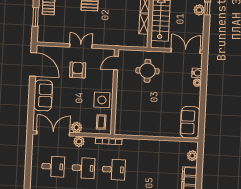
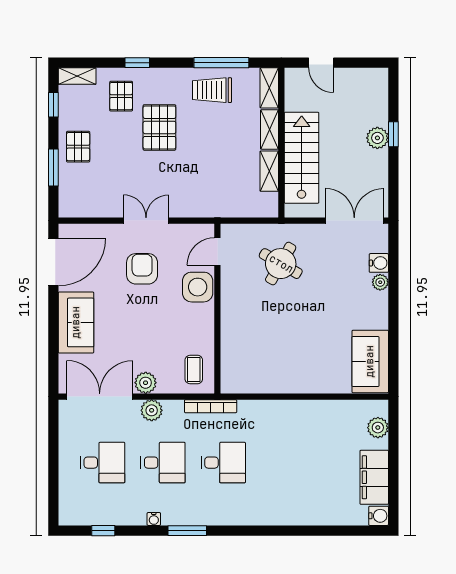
door: (33, 64) -> (53, 262), hinge flipped
round table: (147, 71) -> (281, 264), turned 30
side table: (102, 100) -> (198, 287), moved

